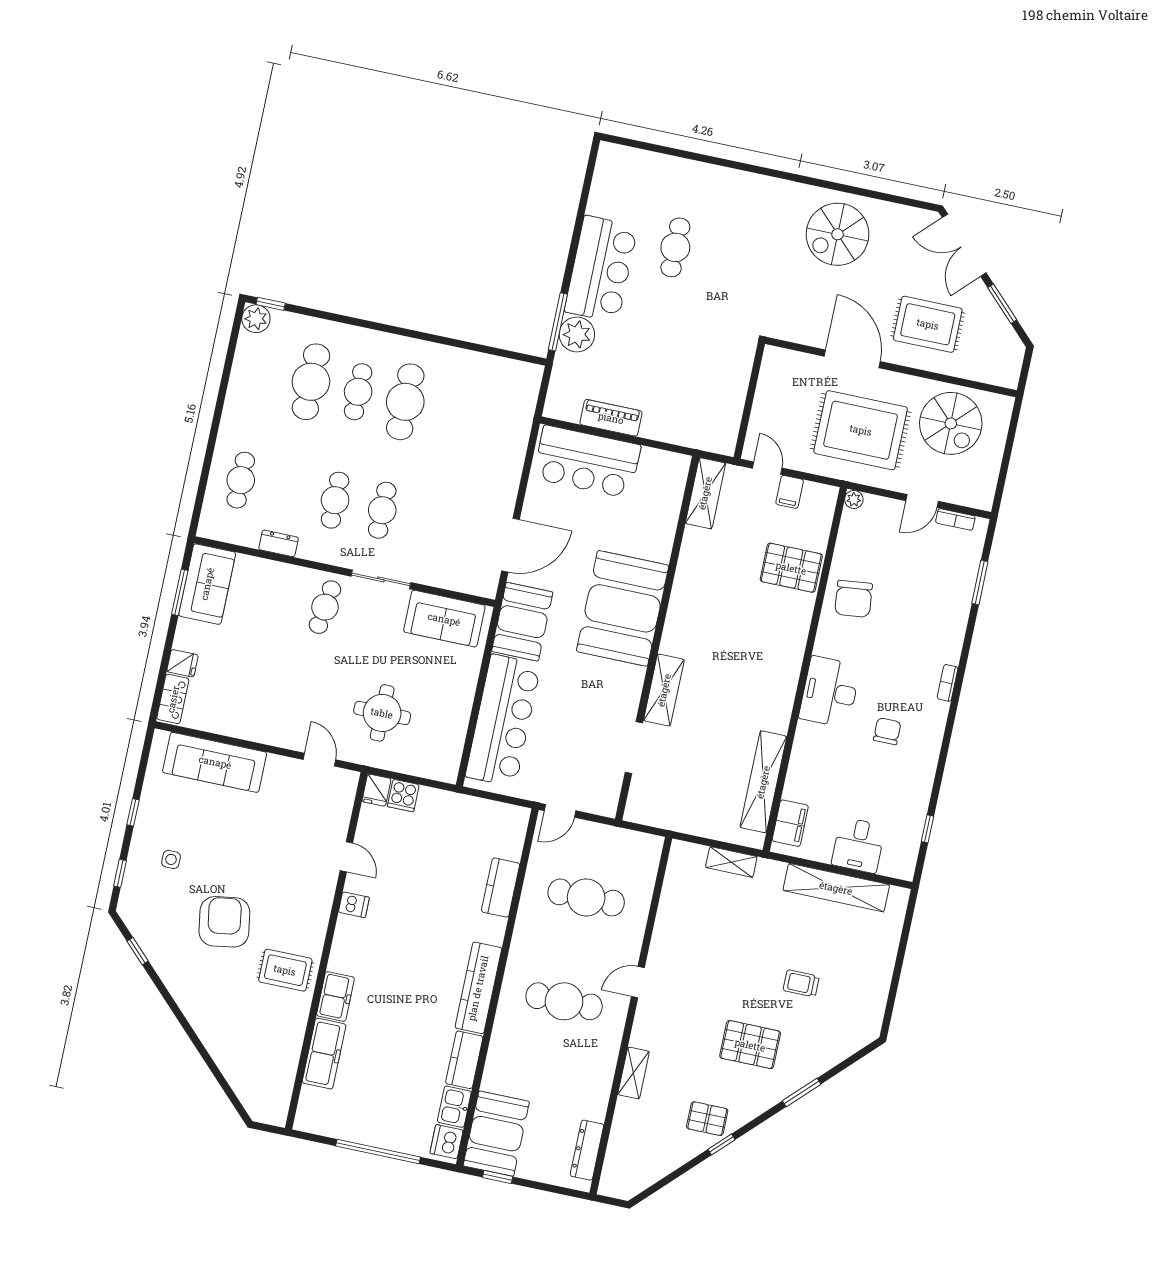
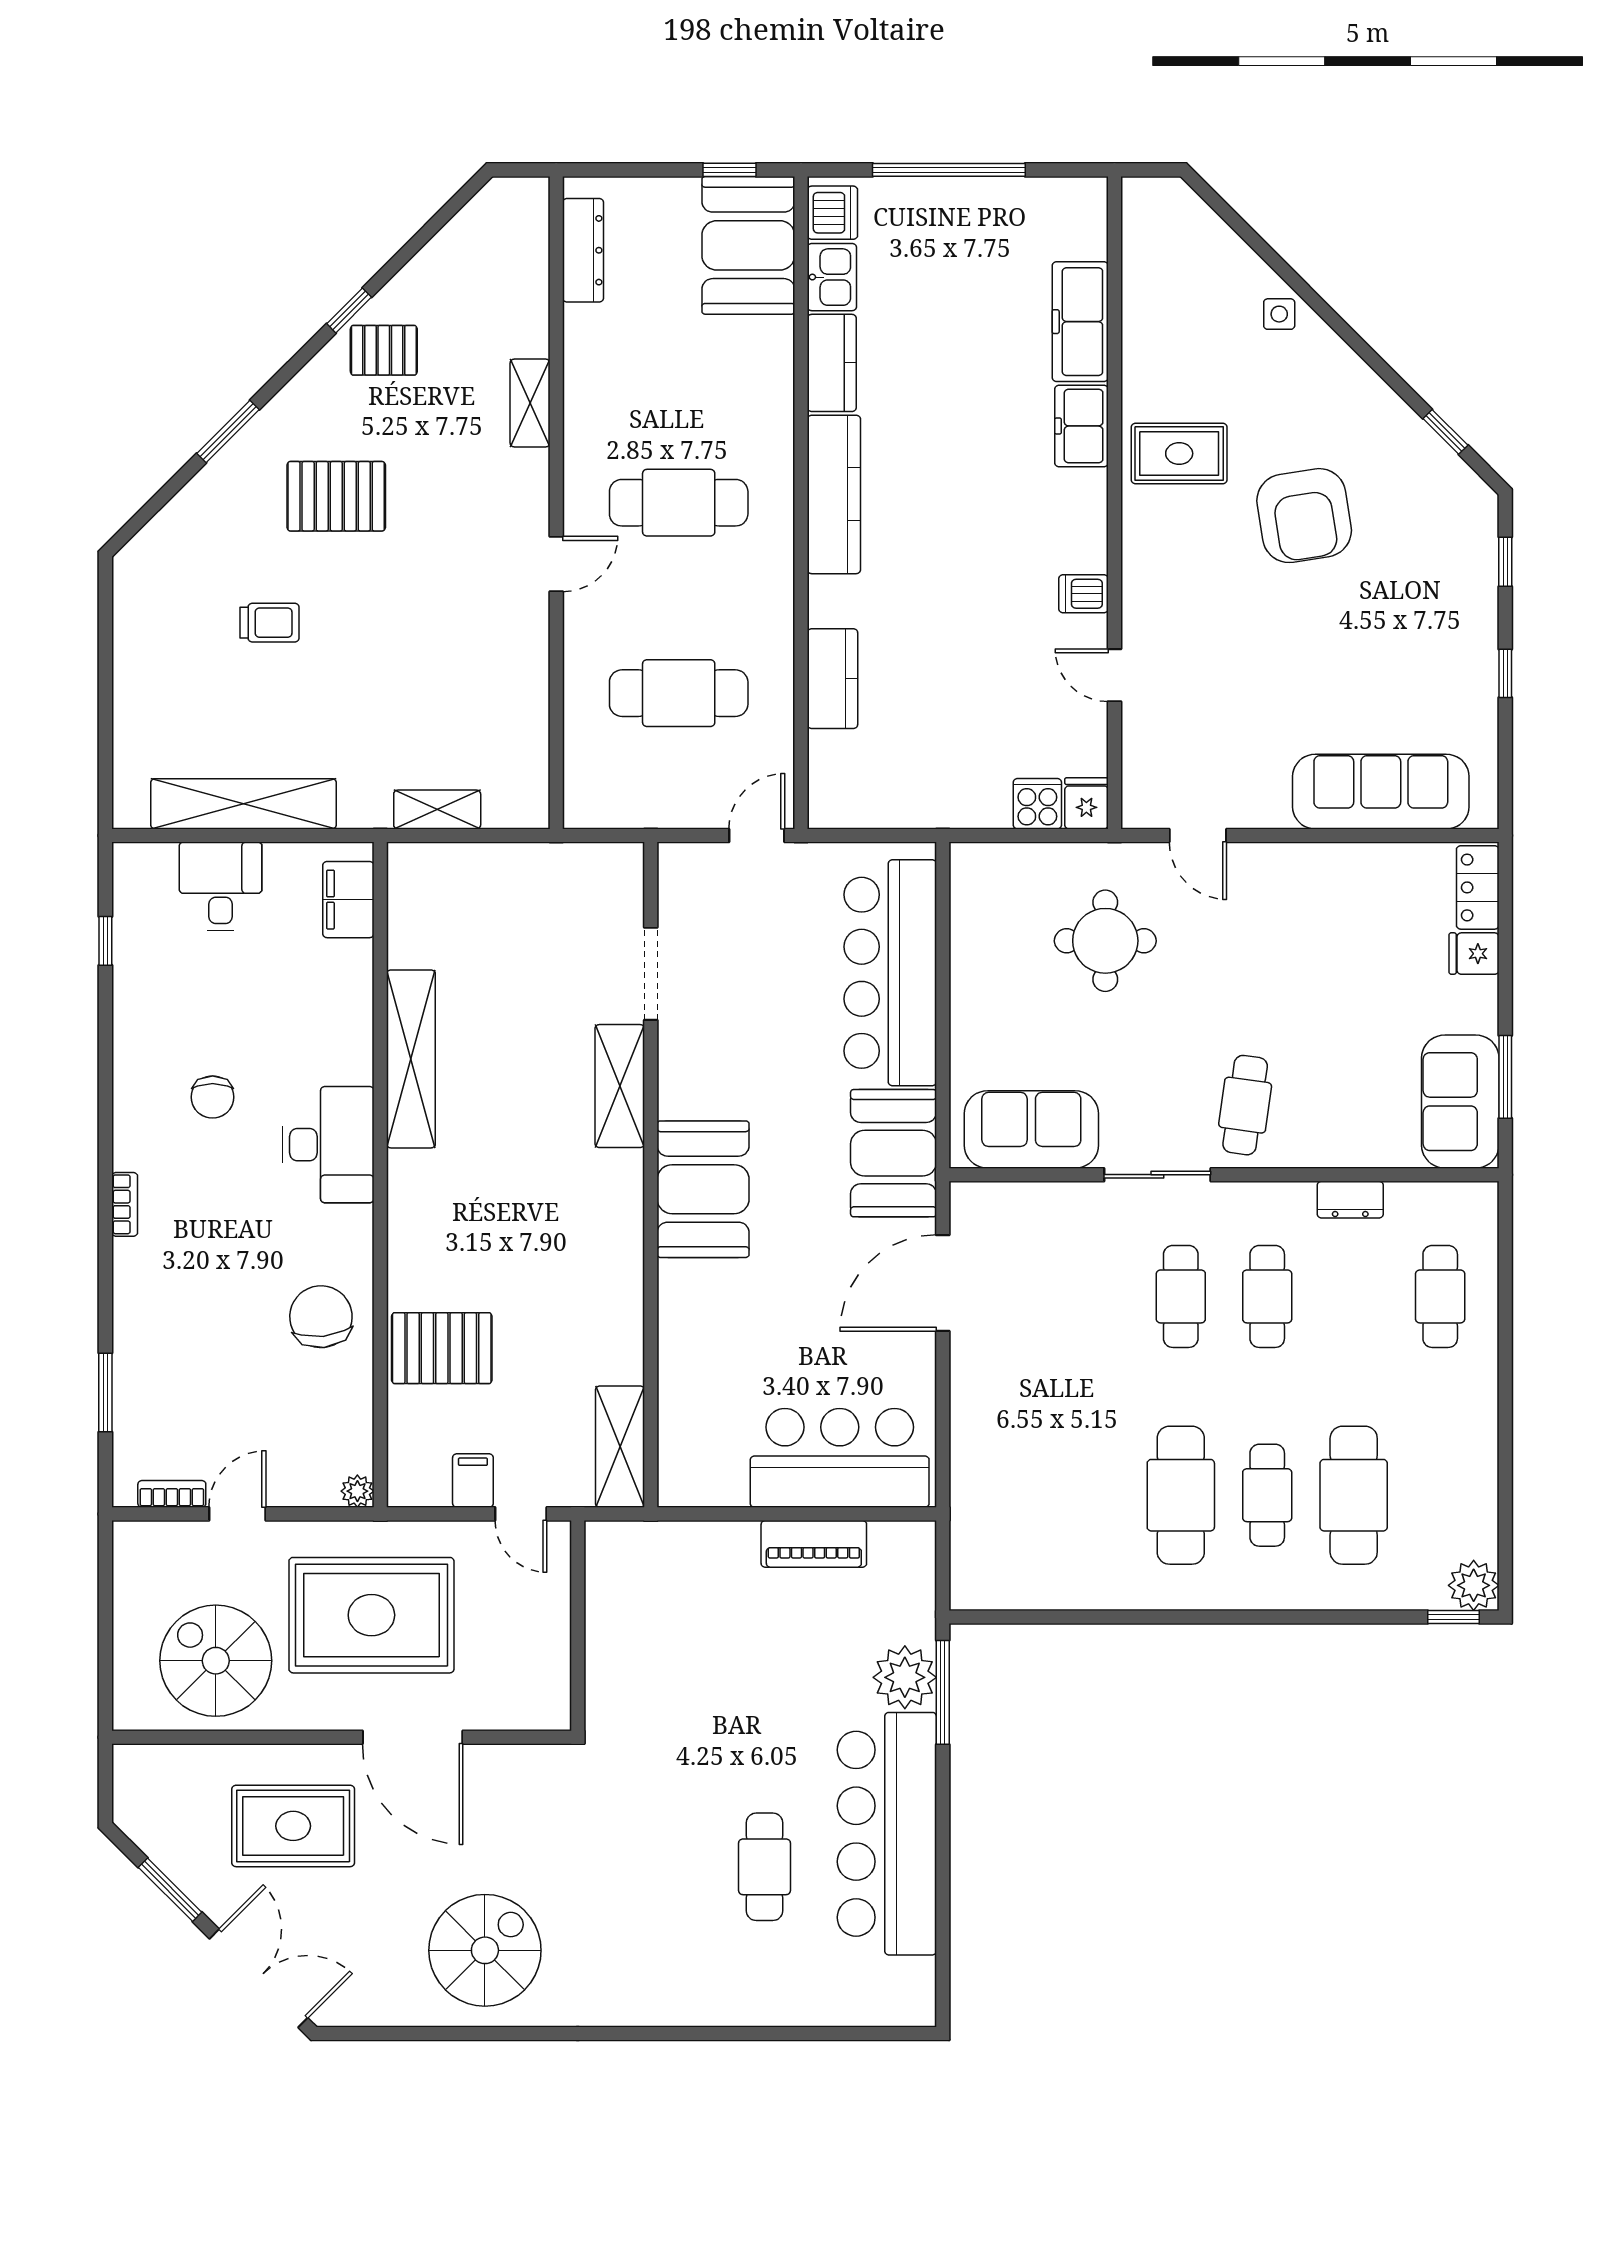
bar counter: (601, 269) -> (887, 1834), width x1.36
booth: (623, 608) -> (703, 1189), width x0.73, depth x0.70
shelving: (763, 782) -> (411, 1059), moved
side table: (171, 859) -> (1279, 314), moved

